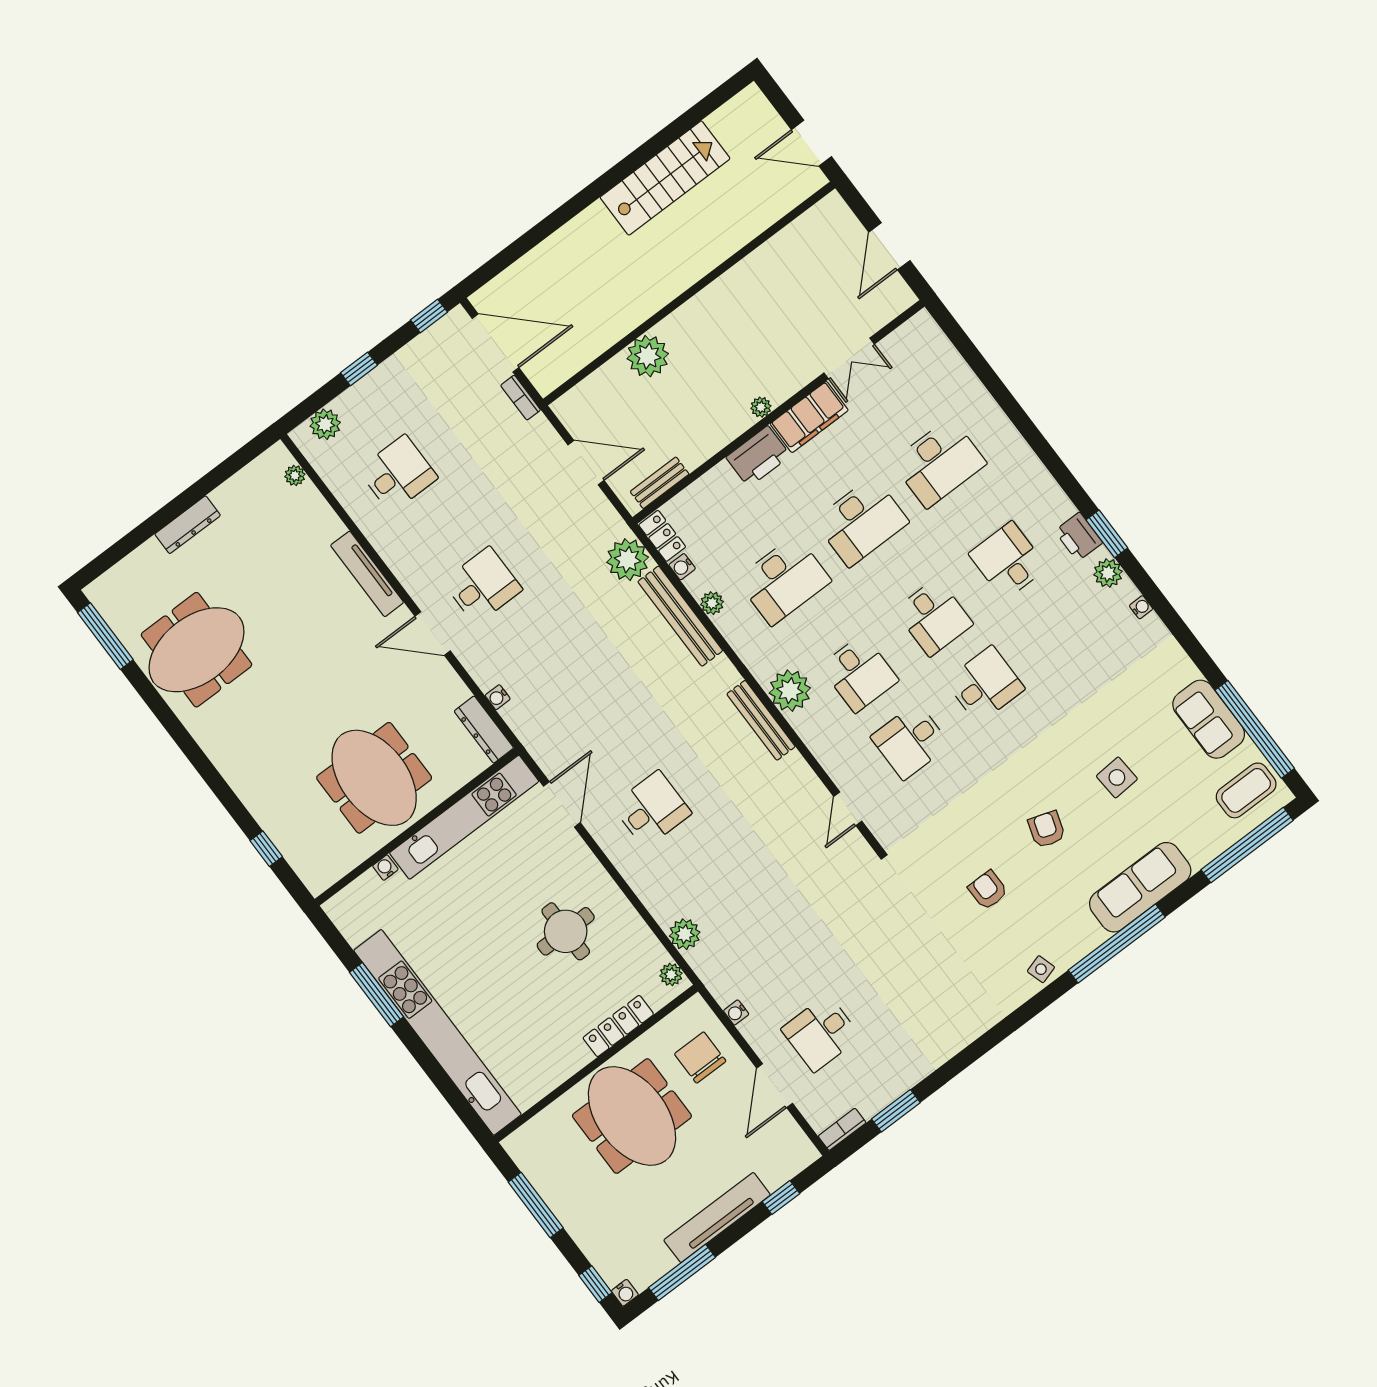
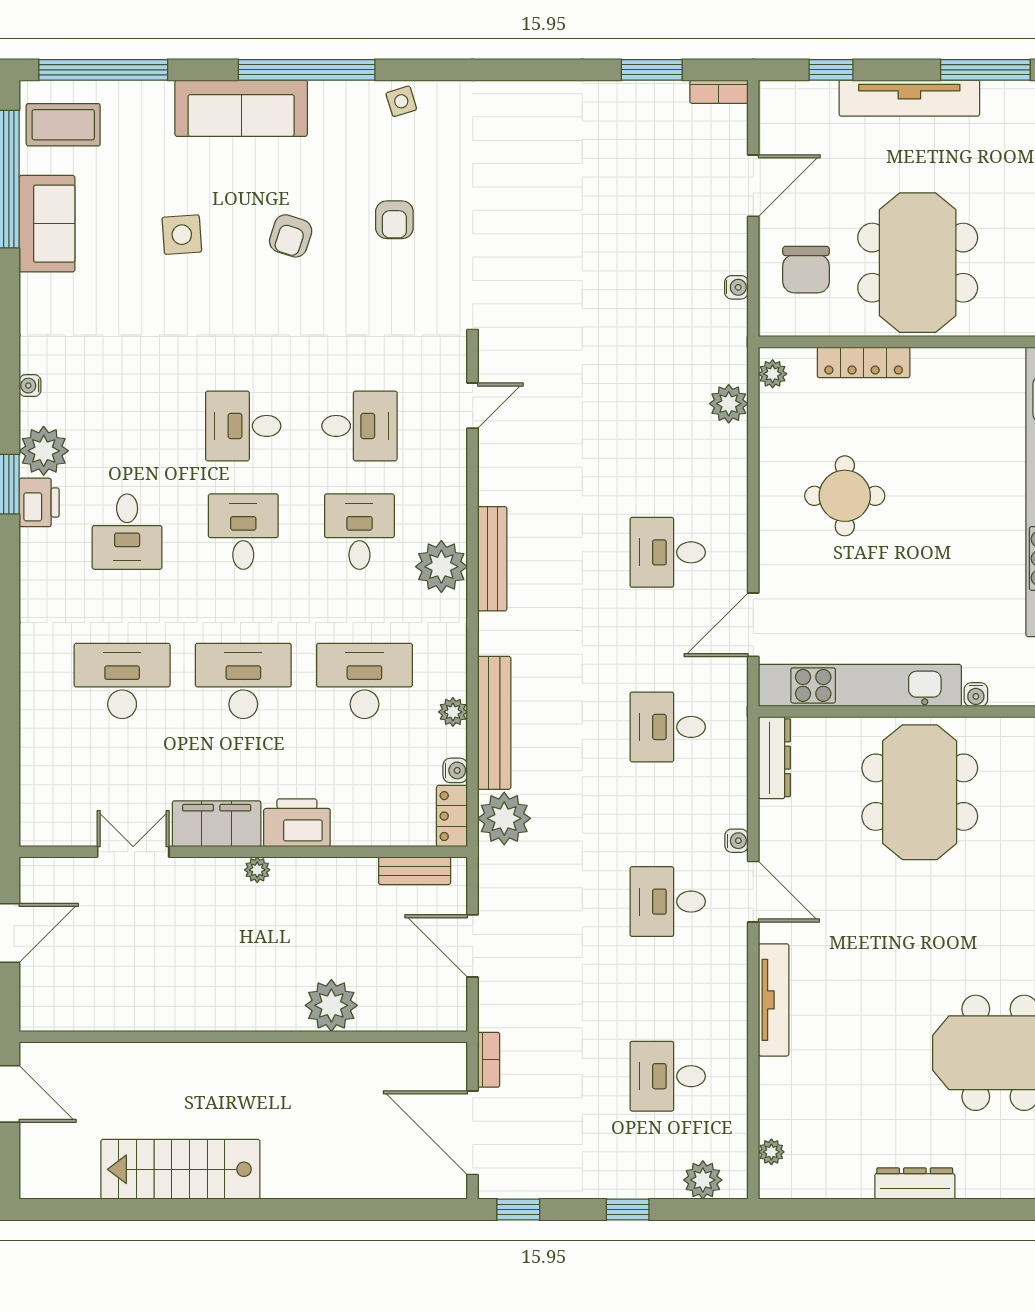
plant: (1108, 573) -> (44, 451), width x1.36, depth x1.36
water cooler: (498, 697) -> (736, 841), moved
desk: (821, 1033) -> (668, 727), moved, turned 180

